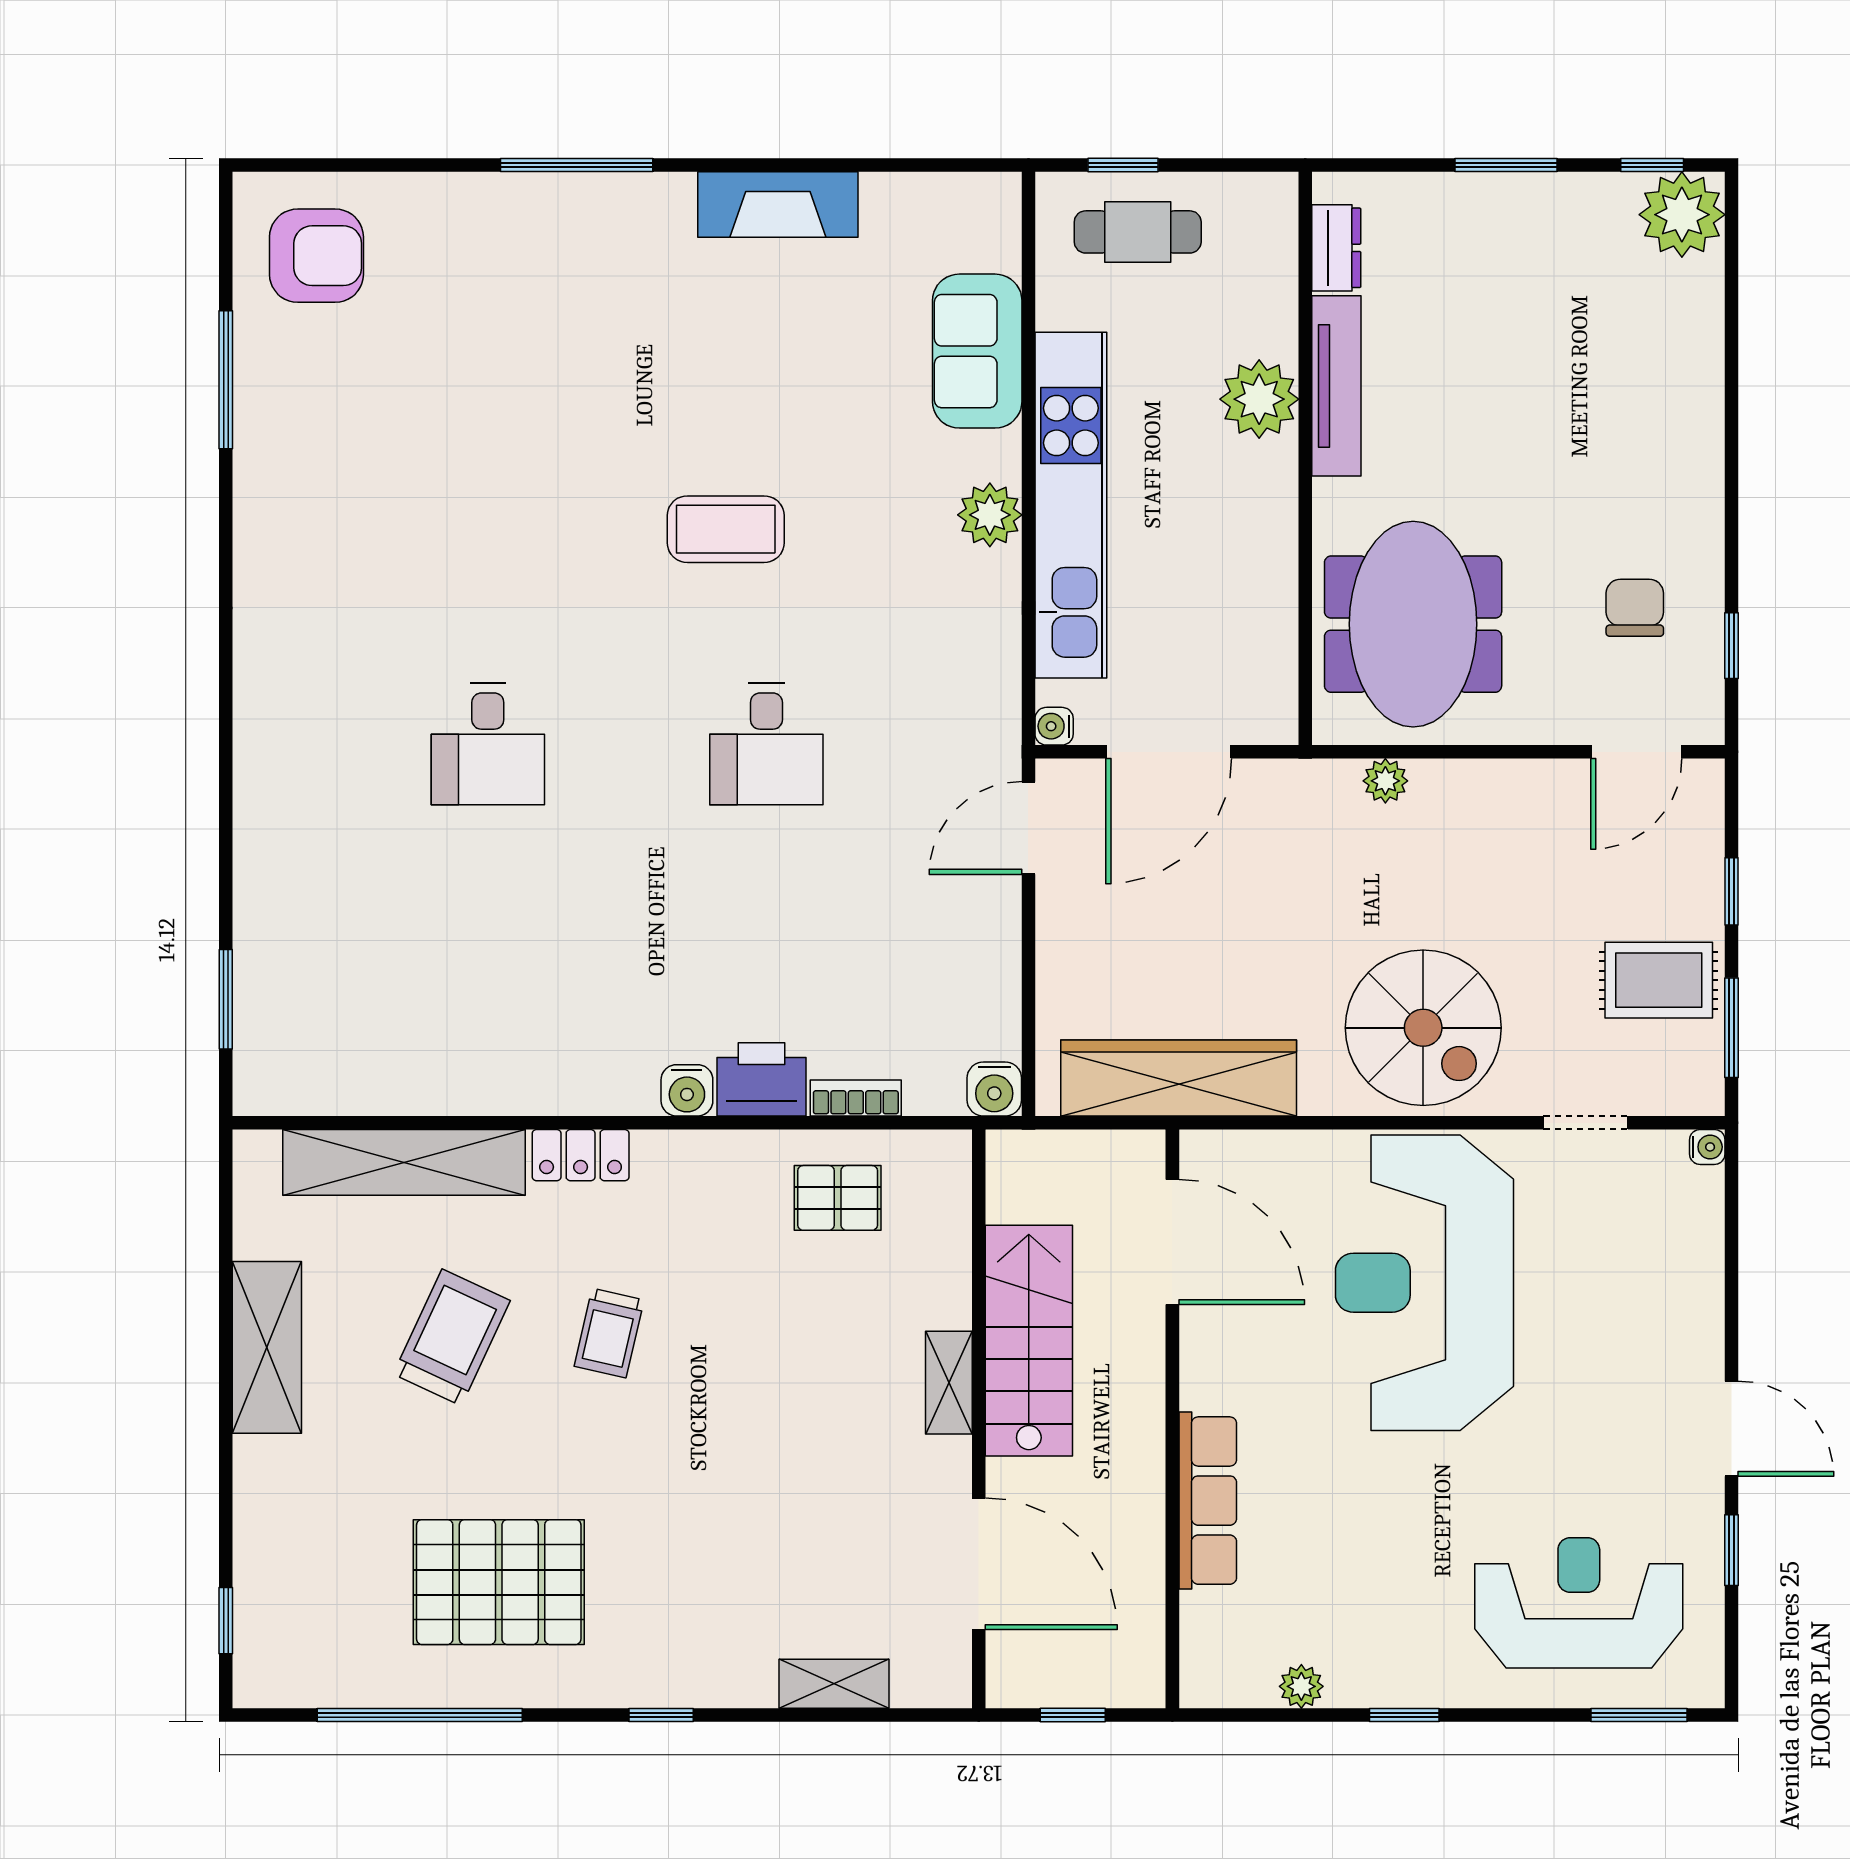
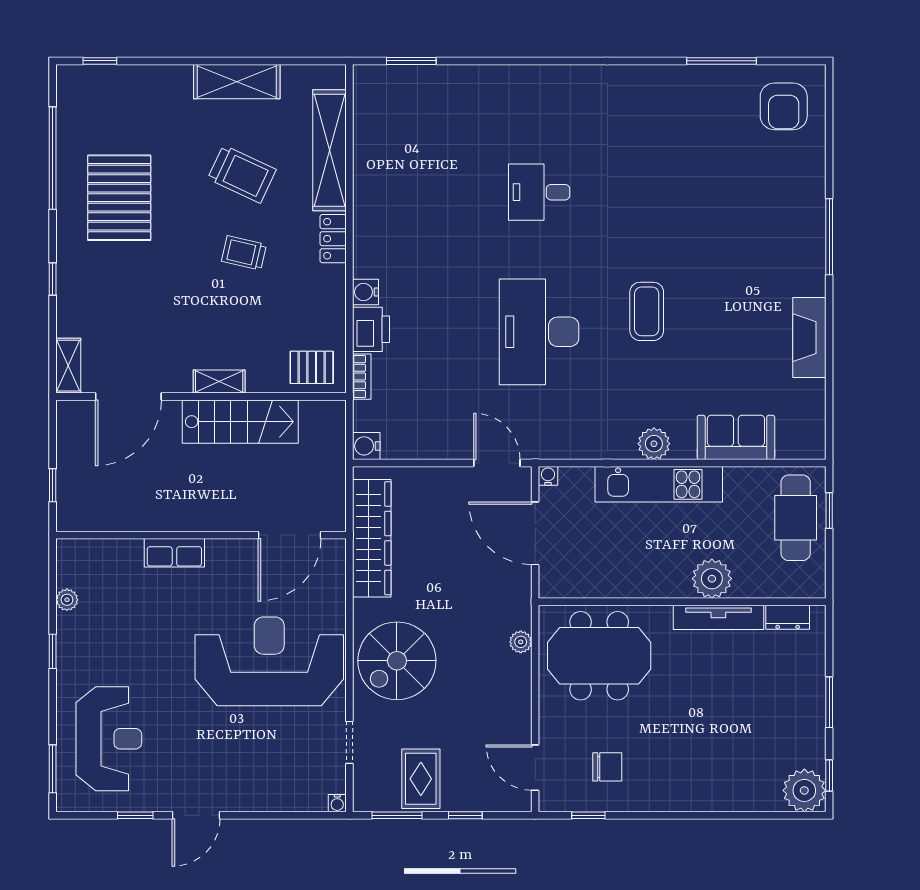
cafe table: (1138, 232) -> (796, 518), width x1.37, depth x1.35
kitchen unit: (1071, 505) -> (659, 484), width x0.73
desk: (766, 744) -> (539, 332), width x1.87, depth x1.30
pallet: (838, 1198) -> (312, 367), turned 90
stairs: (1029, 1341) -> (240, 422), moved
shelving: (949, 1383) -> (219, 382), moved
wall: (979, 1419) -> (201, 397), moved
row of seats: (1208, 1501) -> (174, 553), width x0.68
door: (979, 1564) -> (128, 397), moved

